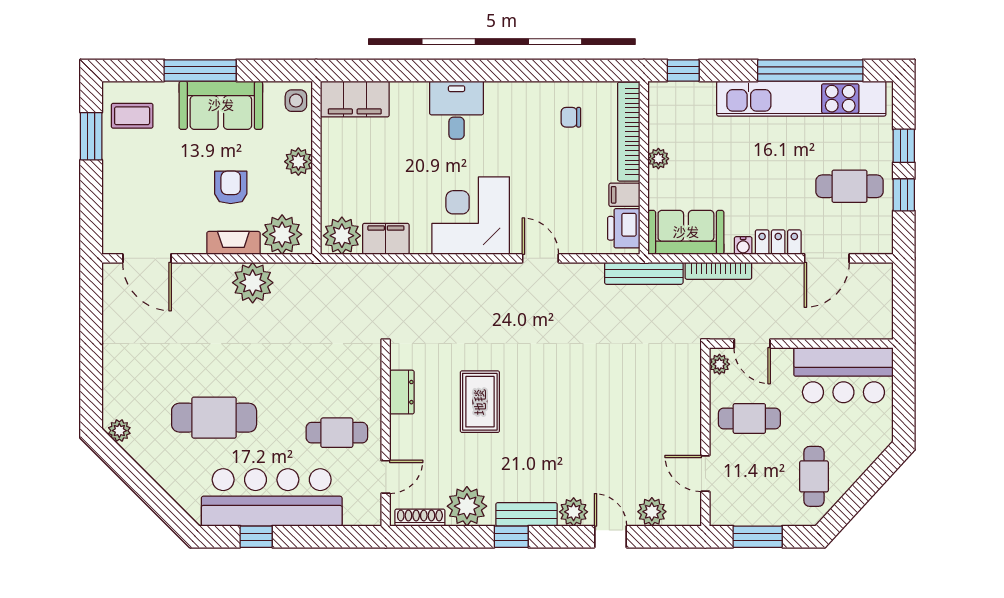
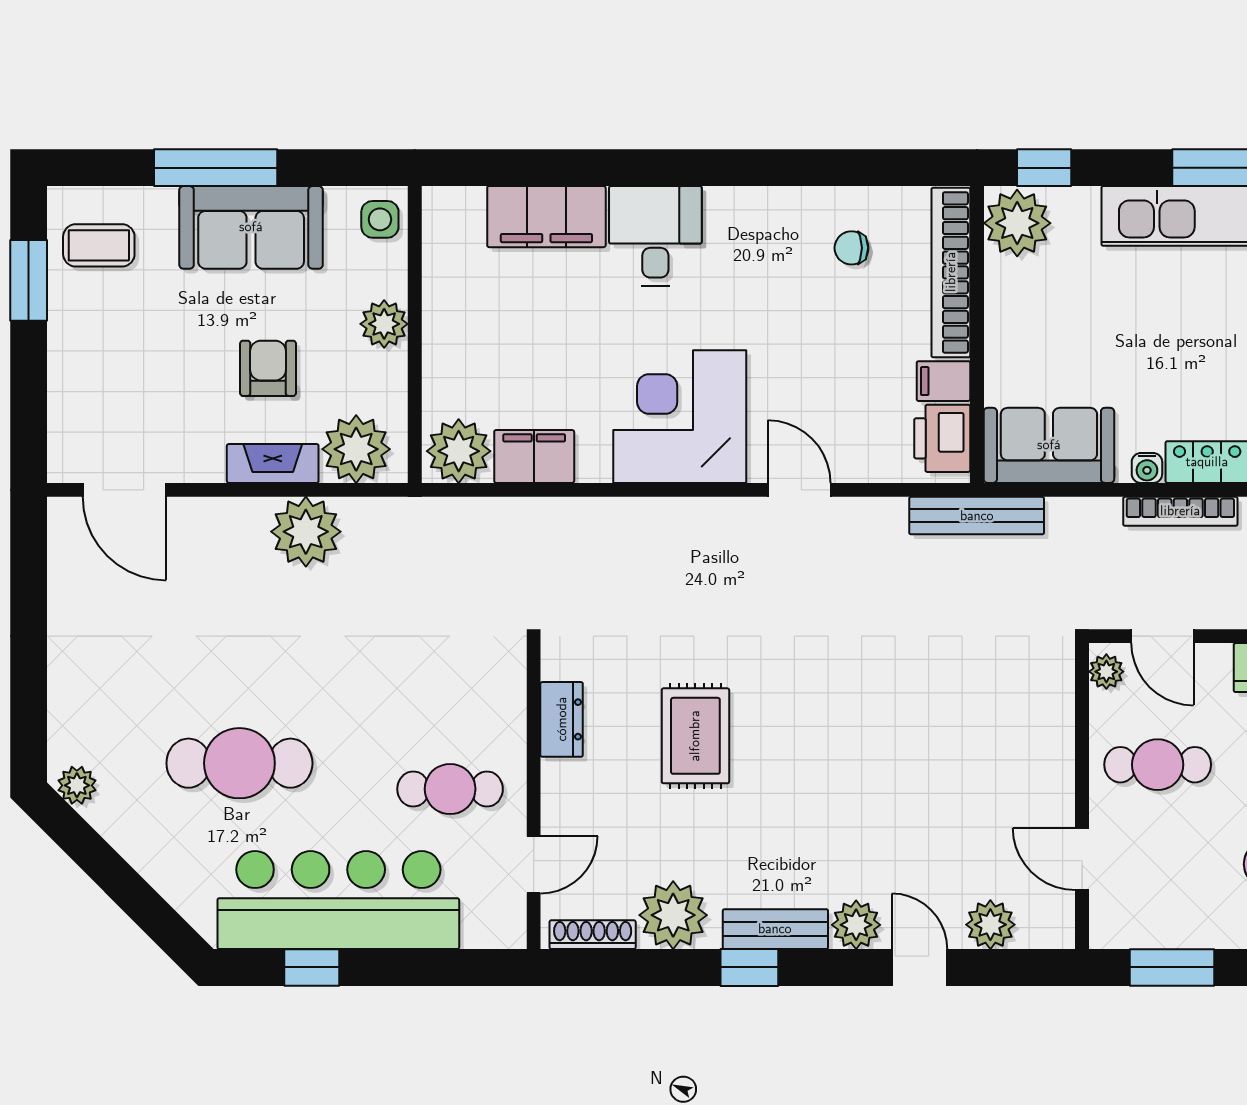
filing cabinet: (355, 99) -> (546, 217), moved
plant: (658, 159) -> (1017, 223), moved, width x1.88, depth x1.88
bookcase: (718, 271) -> (1180, 511), moved

